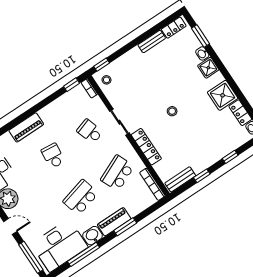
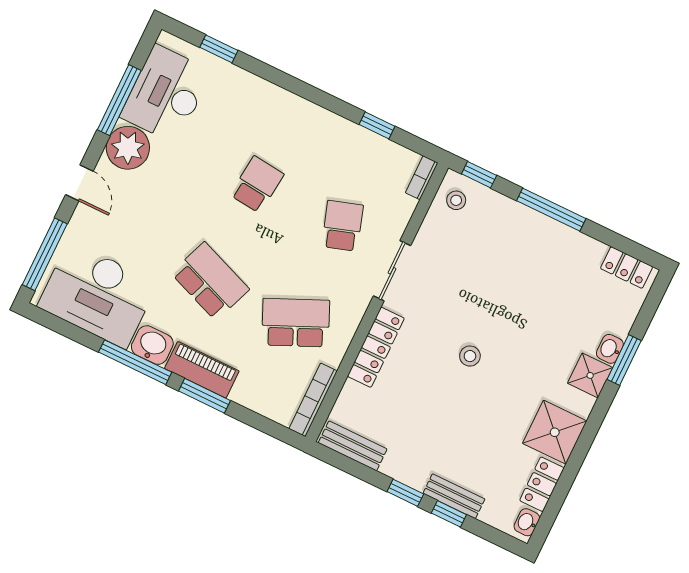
window: (201, 36) -> (624, 360), moved
bench: (152, 41) -> (454, 496), moved
window: (133, 44) -> (551, 210), added
window: (72, 85) -> (377, 125), moved
piano: (26, 127) -> (280, 104), removed
window: (202, 176) -> (405, 493), moved
school desk: (81, 197) -> (210, 281), turned 36
window: (83, 254) -> (135, 362), moved

